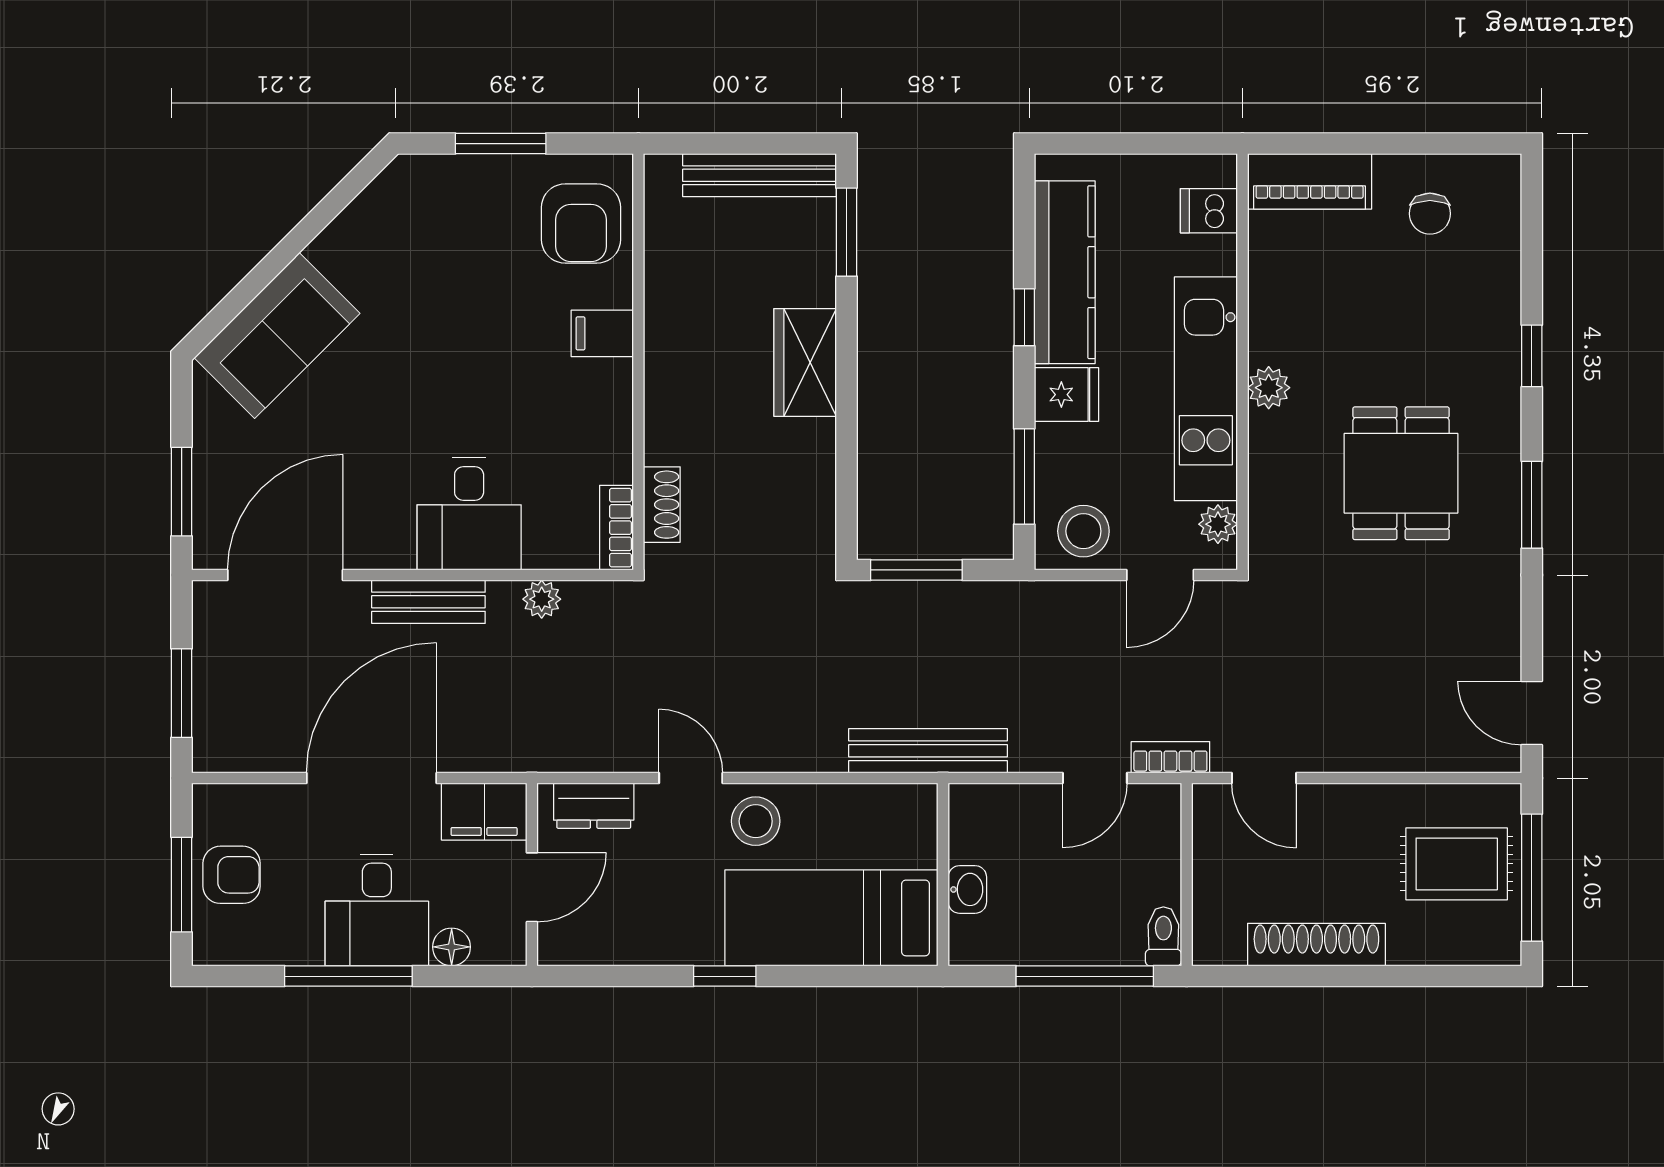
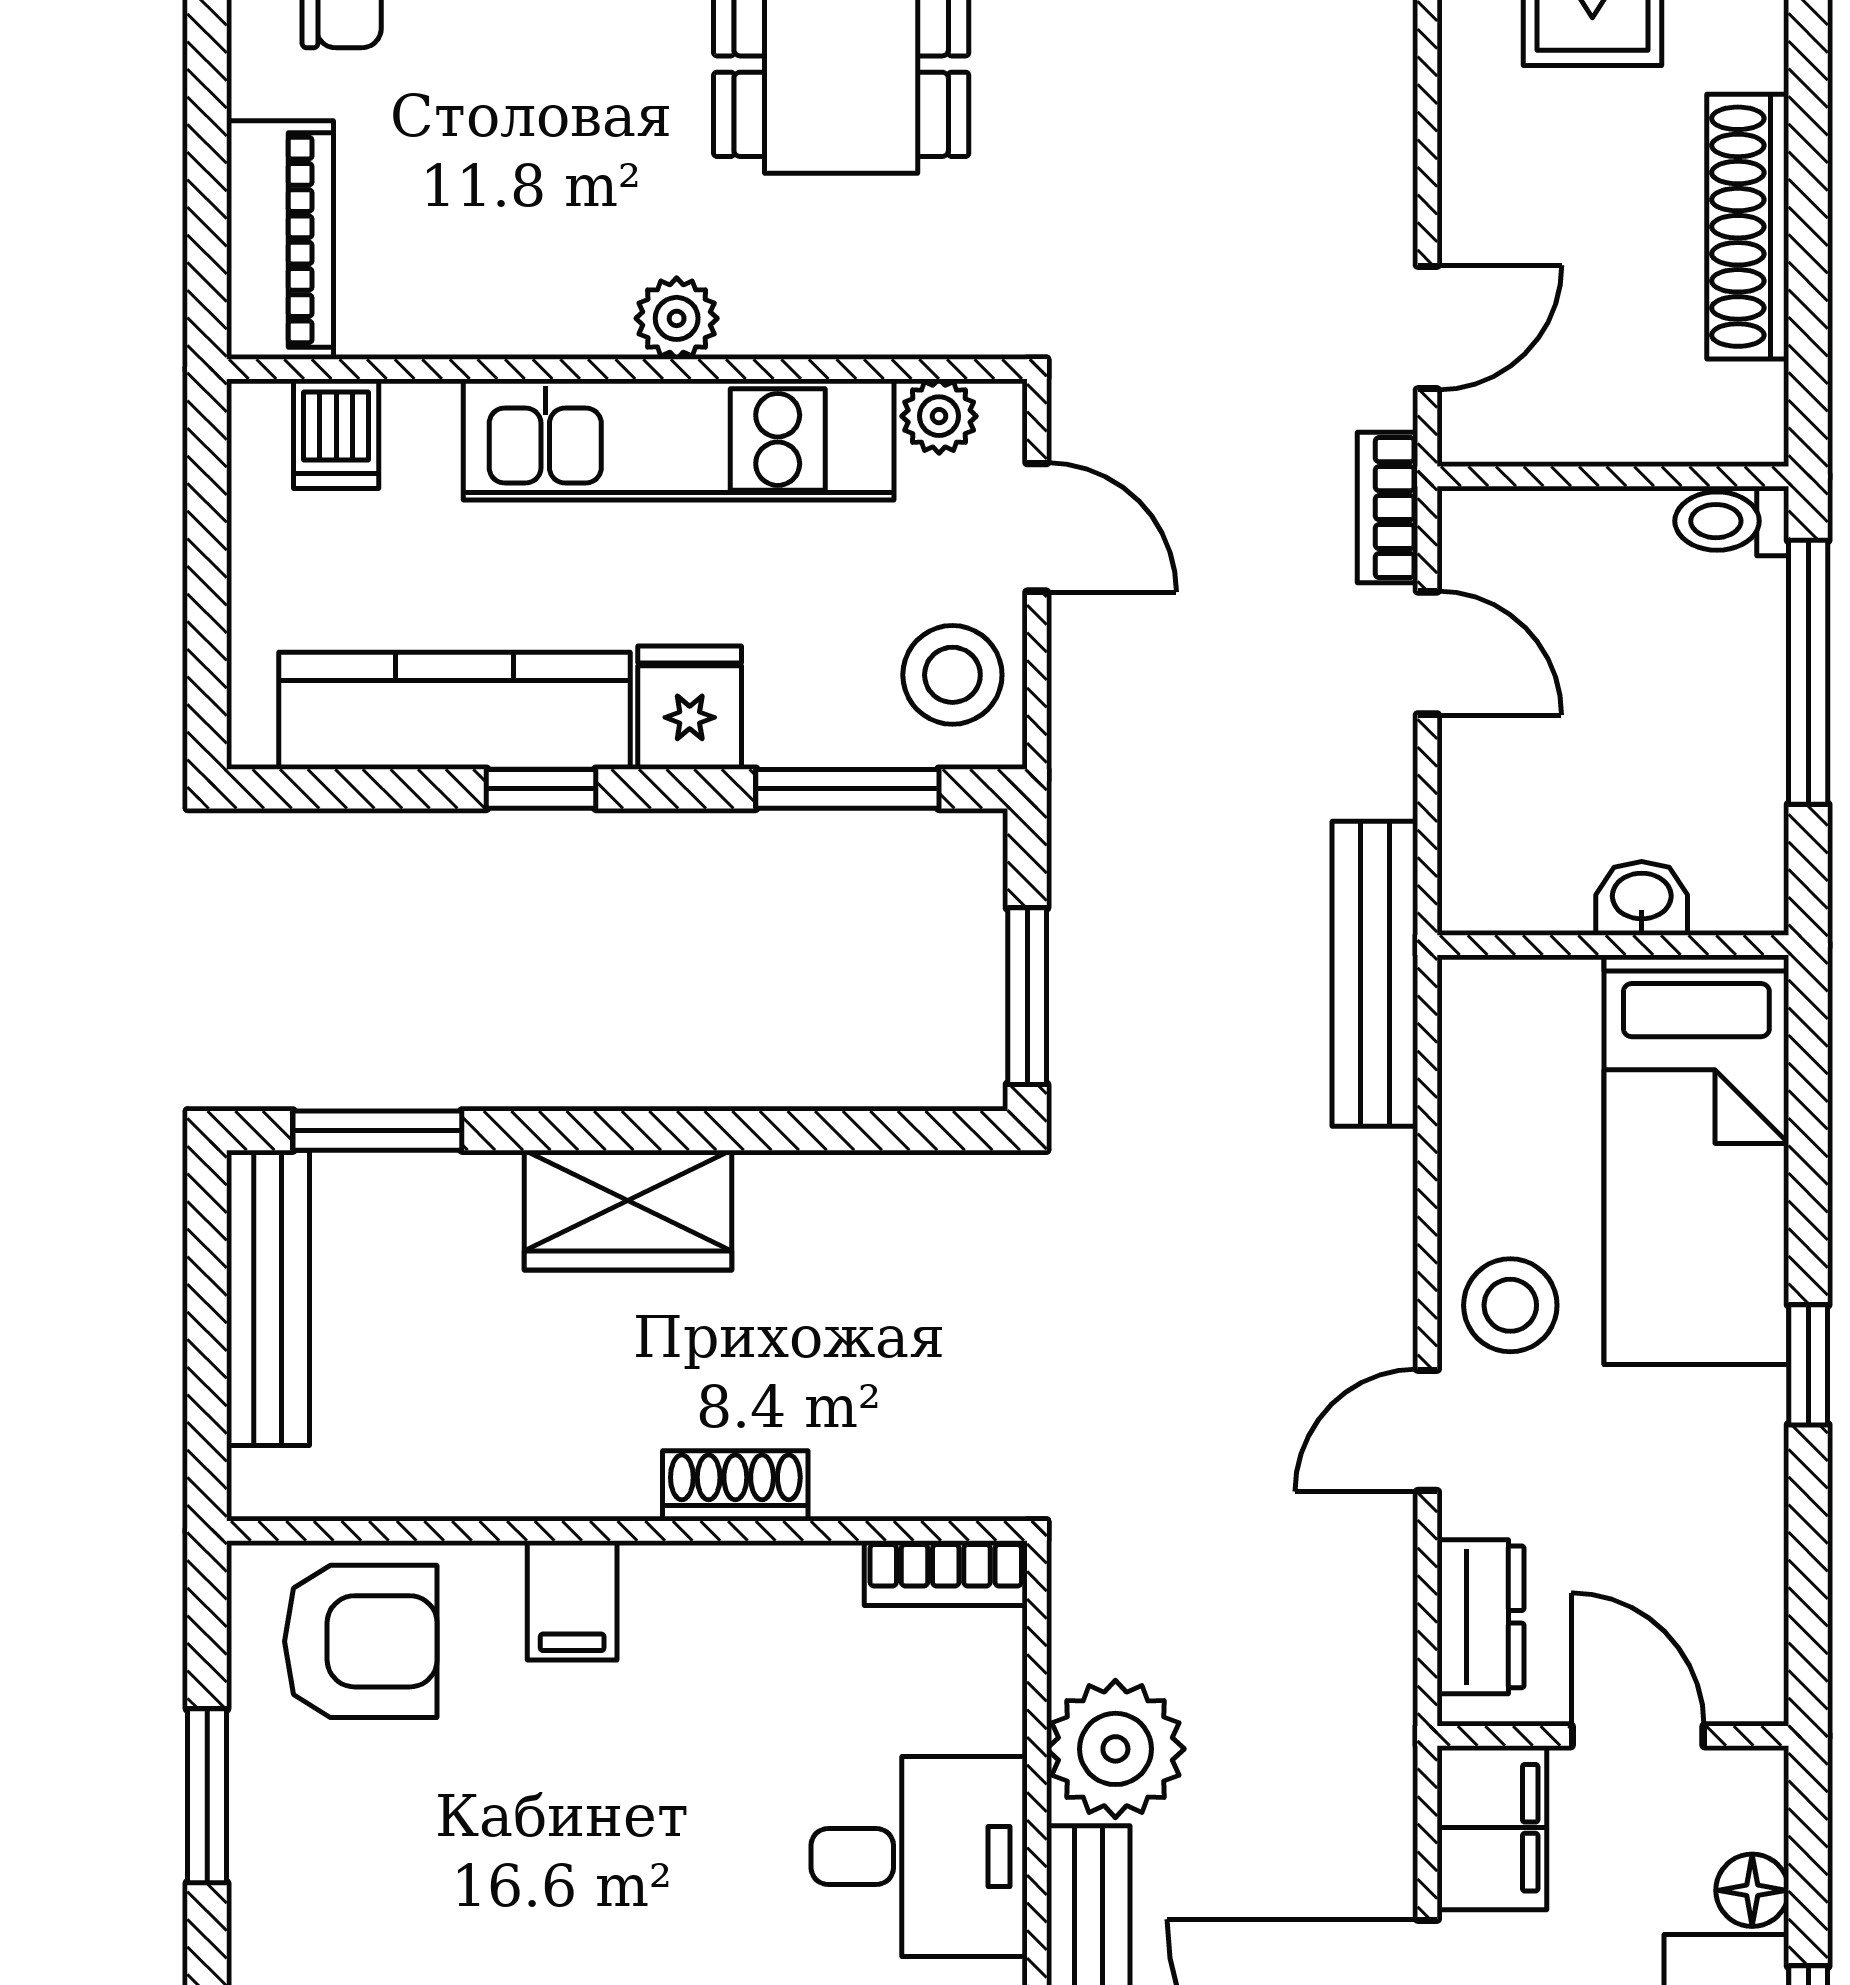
shoe rack: (662, 505) -> (735, 1486), moved
plant: (542, 599) -> (1115, 1749), width x1.88, depth x1.88

